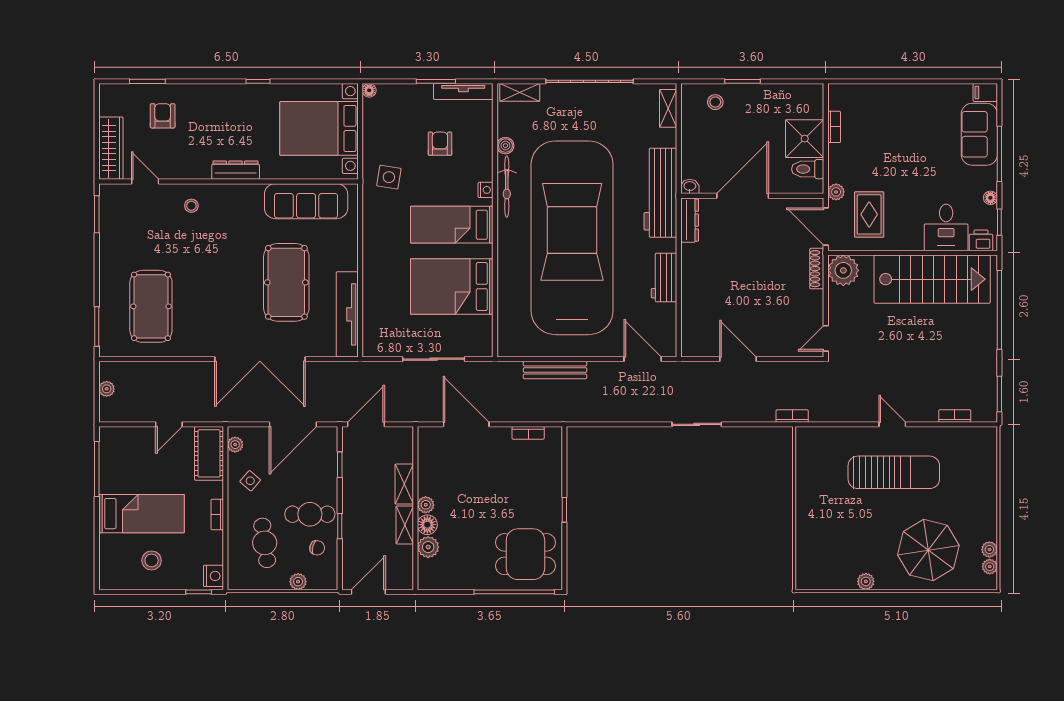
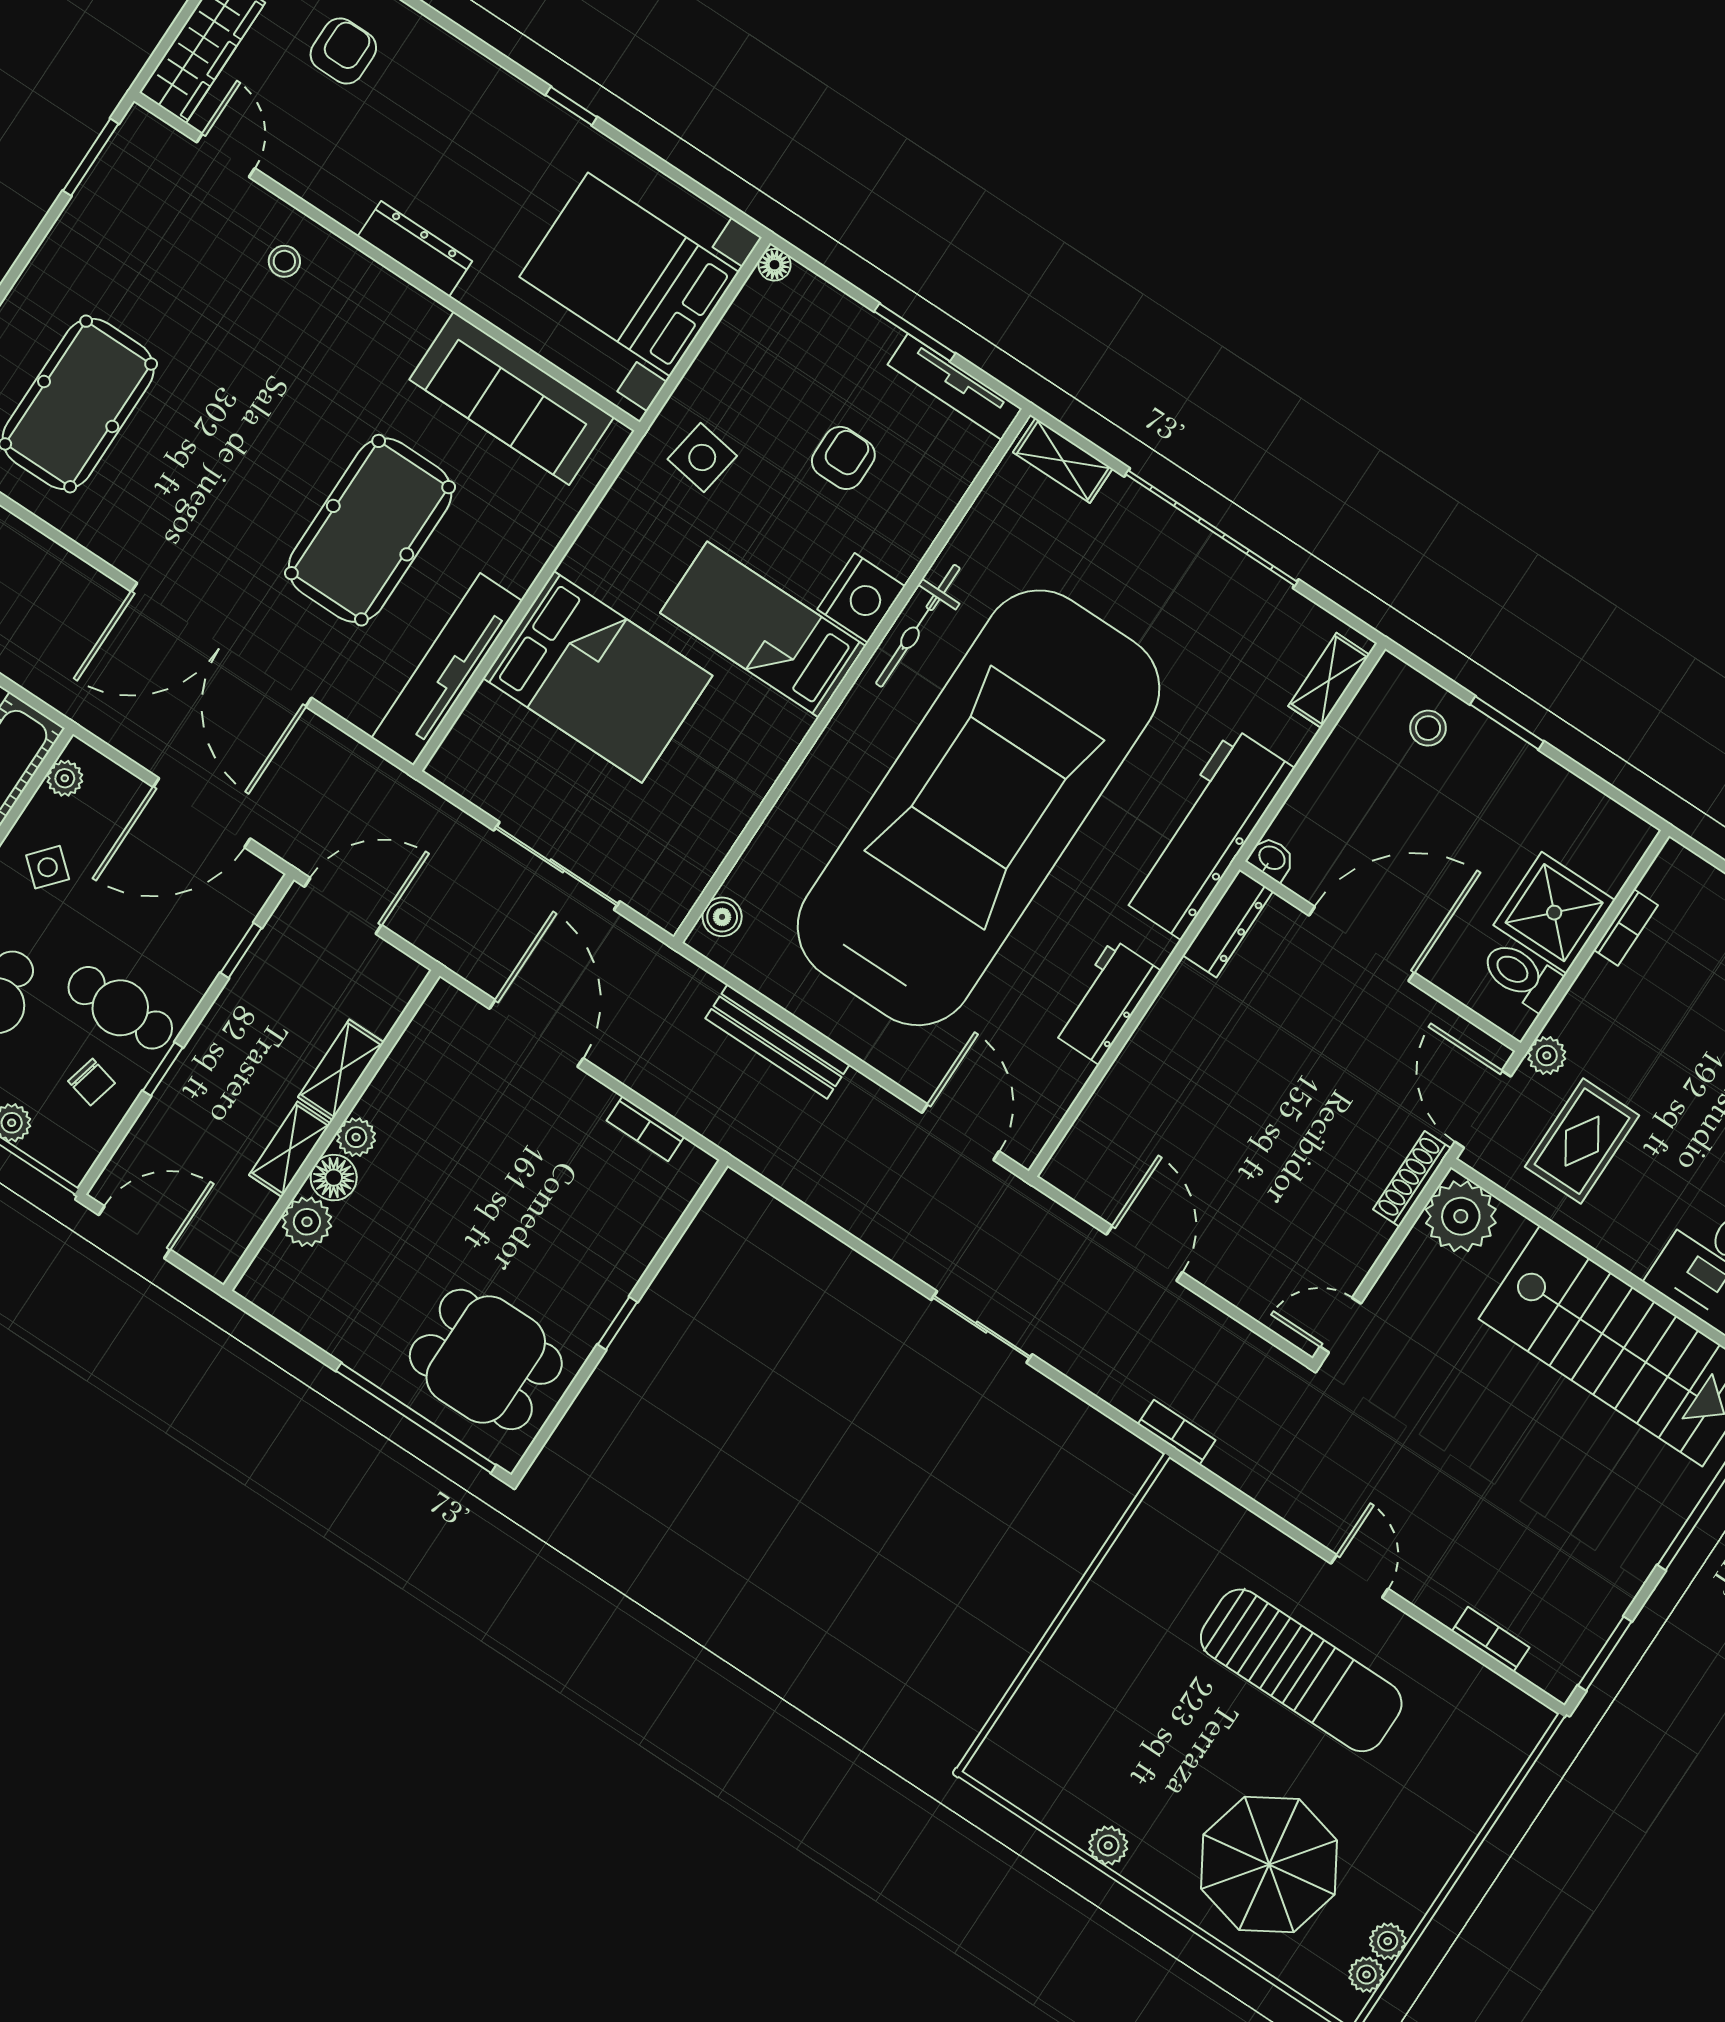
boiler: (505, 146) -> (722, 917), moved
nightstand: (486, 190) -> (861, 598), width x1.89, depth x1.79
bed: (452, 287) -> (598, 677), moved, turned 180

